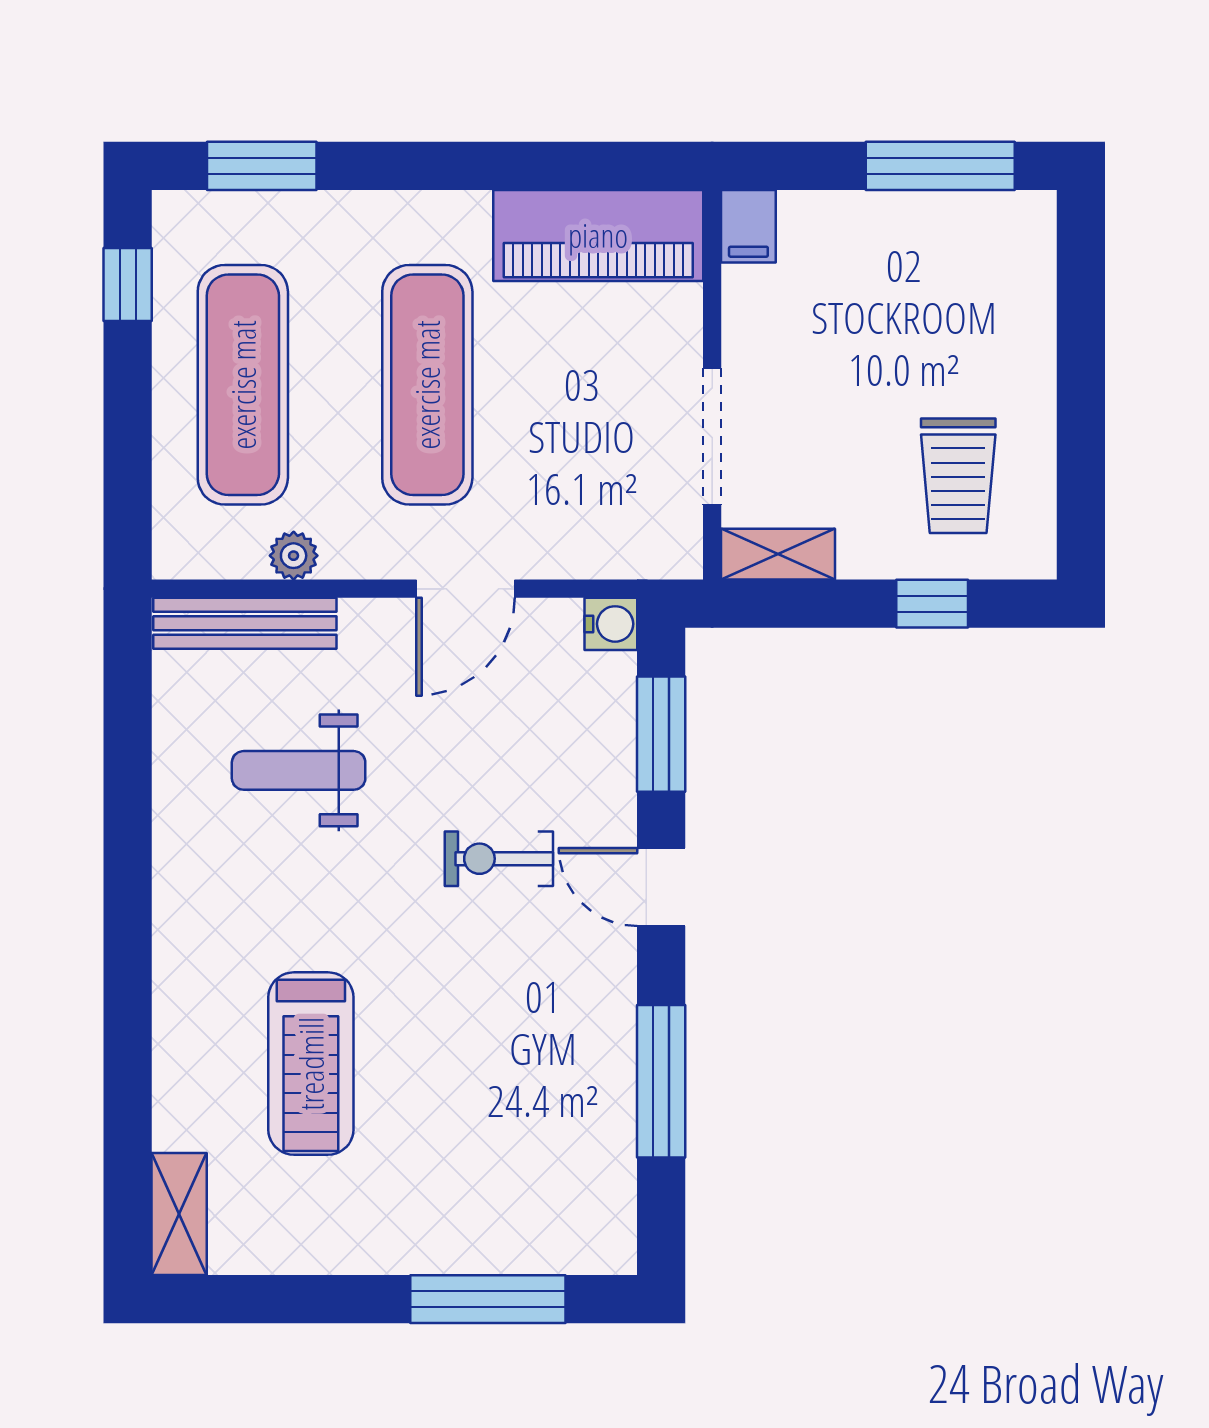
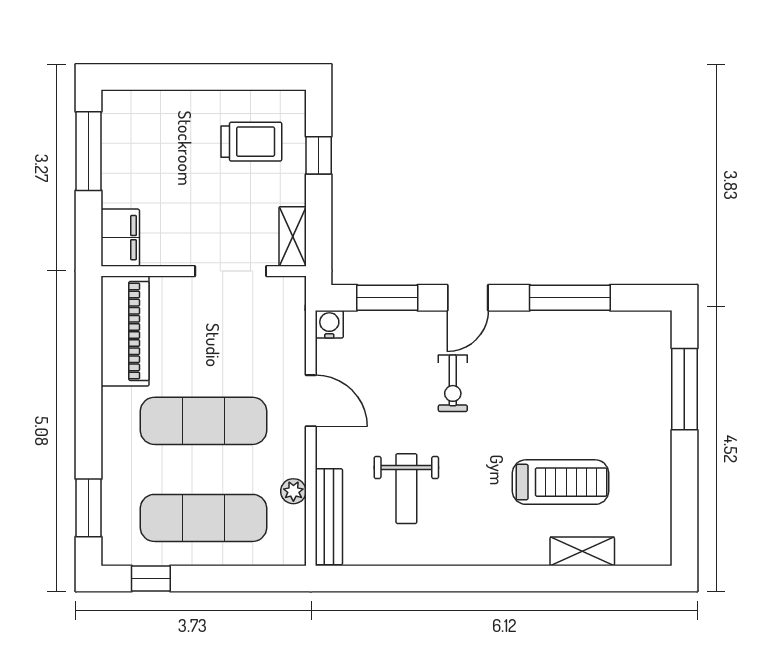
filing cabinet: (748, 226) -> (120, 238), width x2.00
shelving: (179, 1214) -> (582, 551), moved

